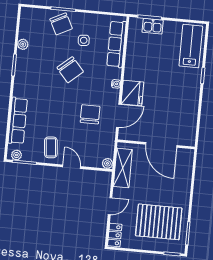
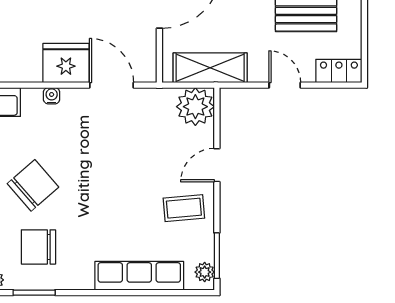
chair: (90, 114) -> (38, 247), moved
plant: (107, 163) -> (195, 107), width x1.87, depth x1.87

